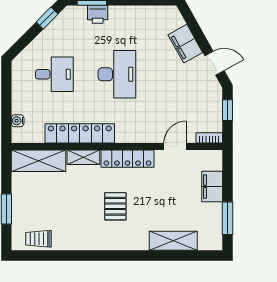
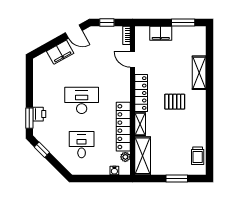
door: (214, 63) -> (74, 32), swing flipped
plant: (37, 136) -> (125, 157), added
shelving: (173, 241) -> (199, 73), moved

